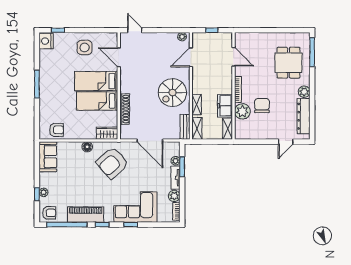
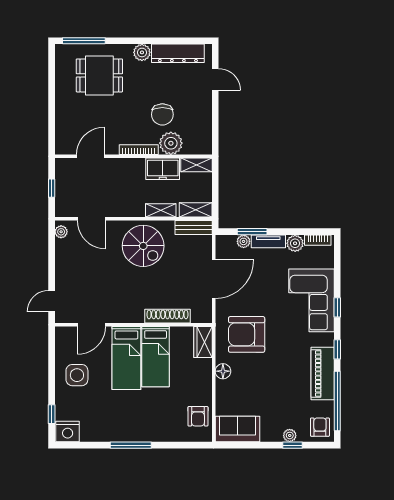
chair: (262, 106) -> (162, 114), turned -90
armchair: (56, 130) -> (198, 416), turned 180
armchair: (112, 163) -> (247, 334), turned 132

